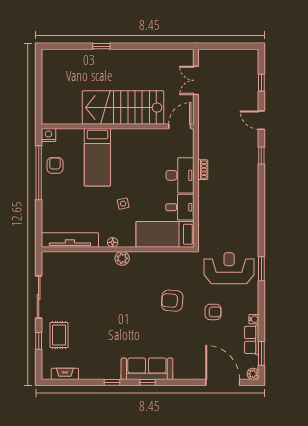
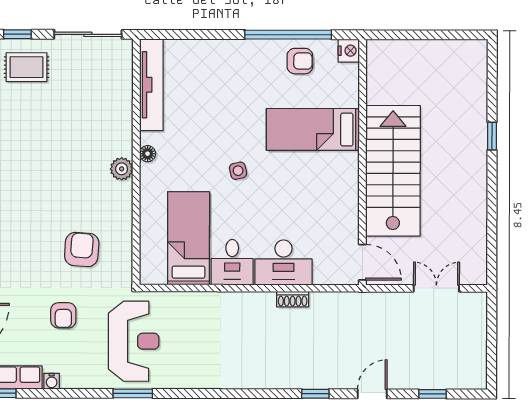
tv unit: (70, 240) -> (151, 85), moved
floor lamp: (113, 242) -> (148, 154), moved
wall: (118, 249) -> (136, 162), moved
plant: (122, 258) -> (122, 169), moved

